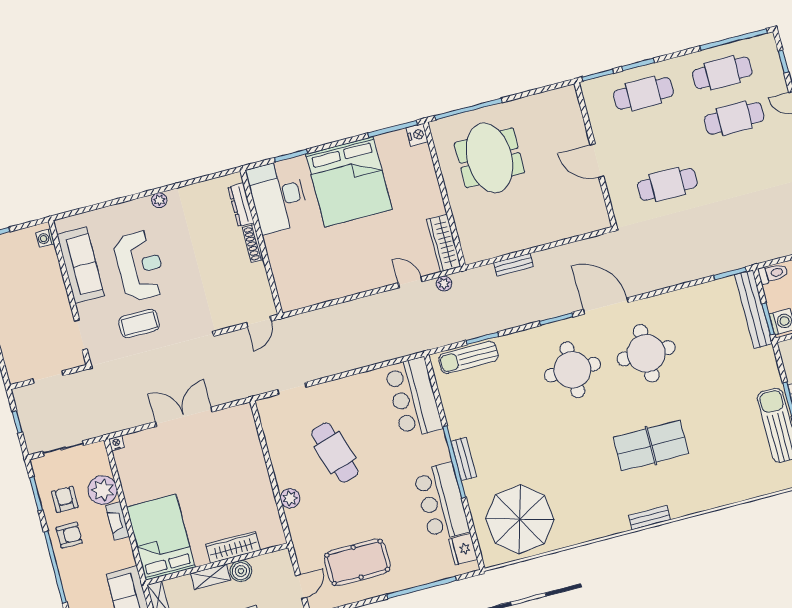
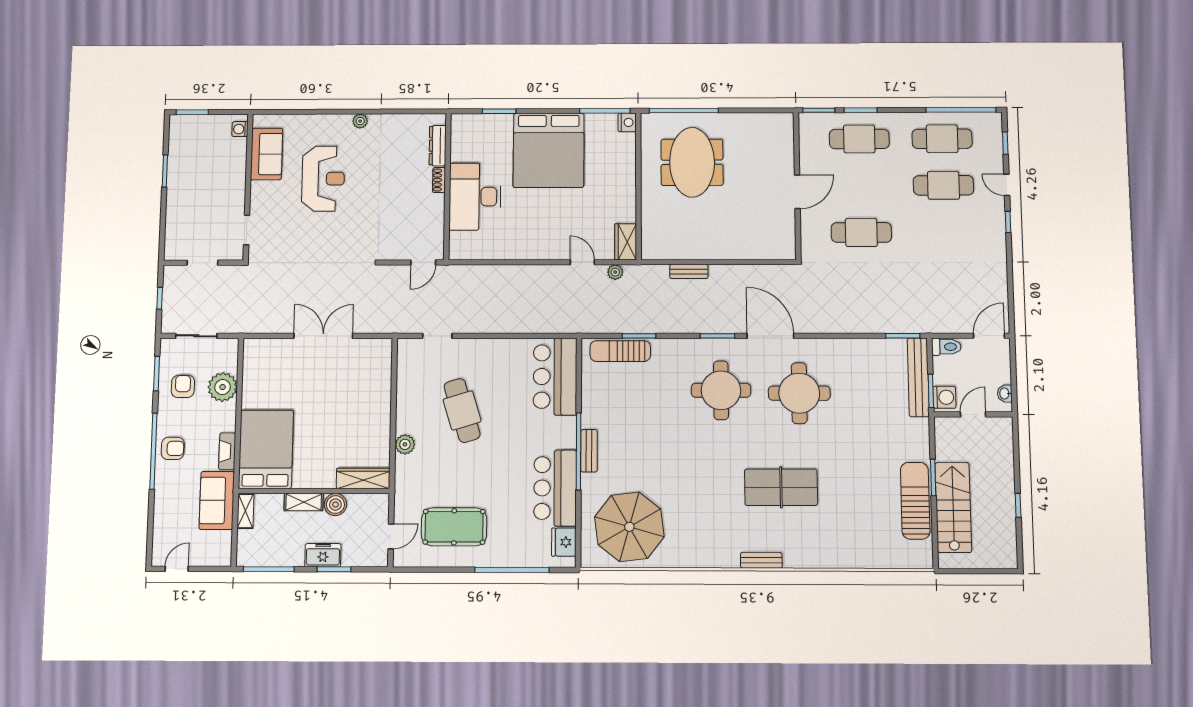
door: (597, 161) -> (797, 192), swing flipped
desk: (278, 196) -> (475, 197), moved
shoe rack: (253, 243) -> (439, 180), width x0.70
wardrobe: (444, 243) -> (626, 242), width x0.67
sofa: (81, 265) -> (267, 154), width x0.73
coffee table: (139, 324) -> (306, 234), removed
nightstand: (116, 443) -> (250, 344), removed
fireplace: (118, 521) -> (227, 451), moved
armchair: (69, 535) -> (173, 448), moved
wardrobe: (233, 547) -> (363, 478), moved

